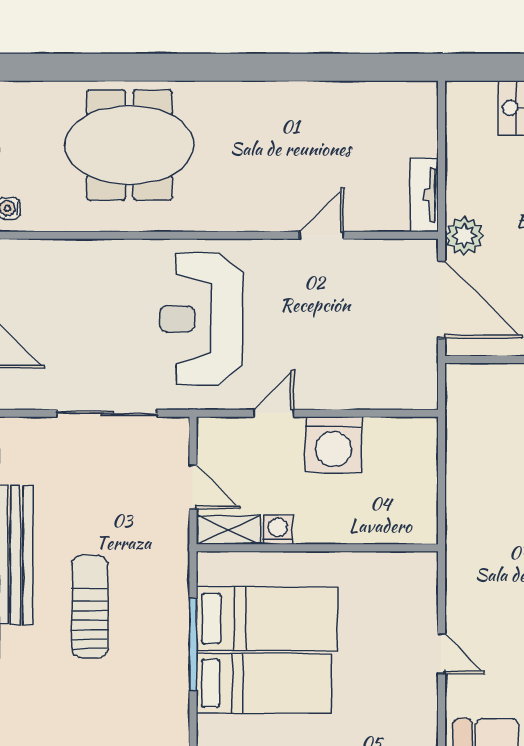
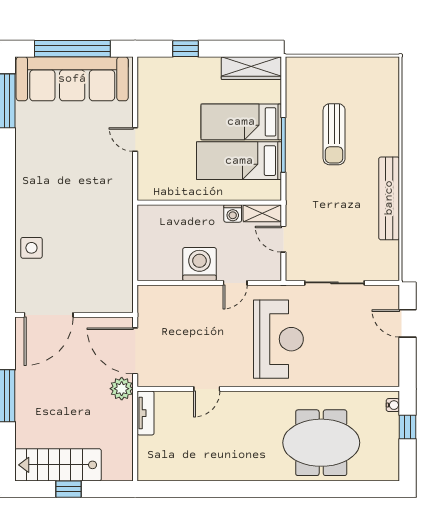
sun lounger: (90, 607) -> (334, 134), moved

